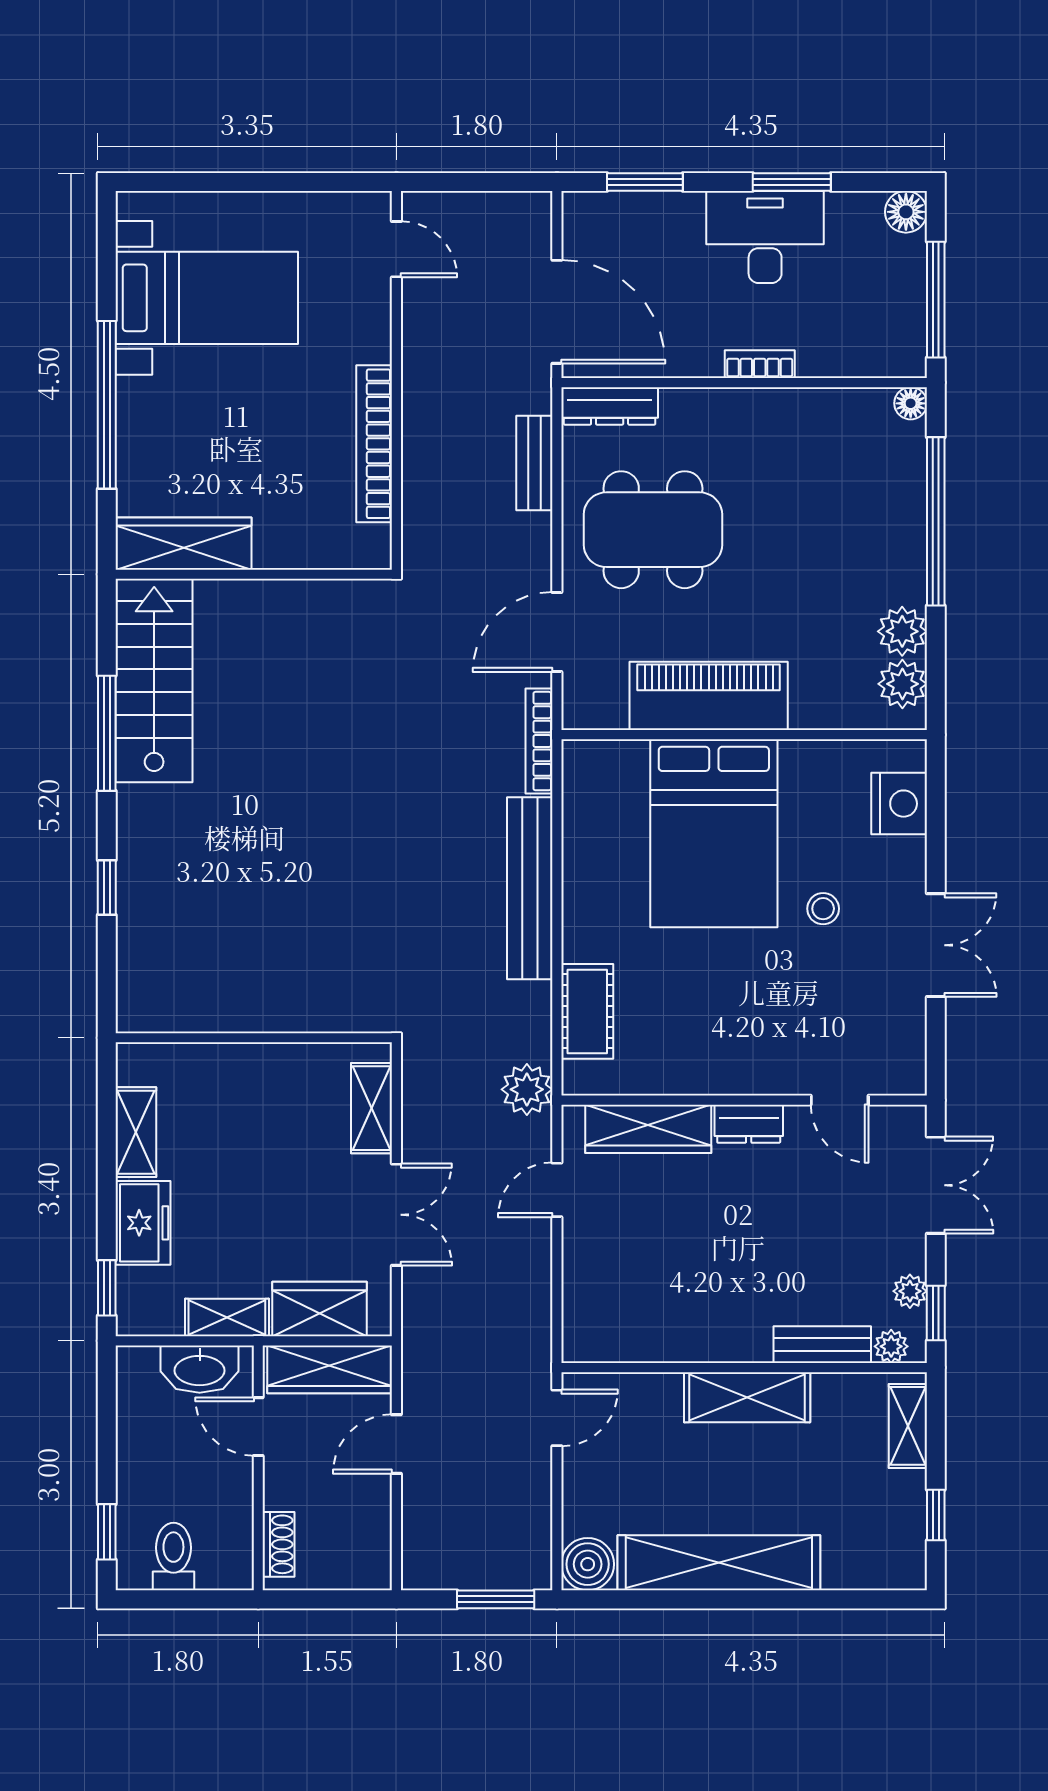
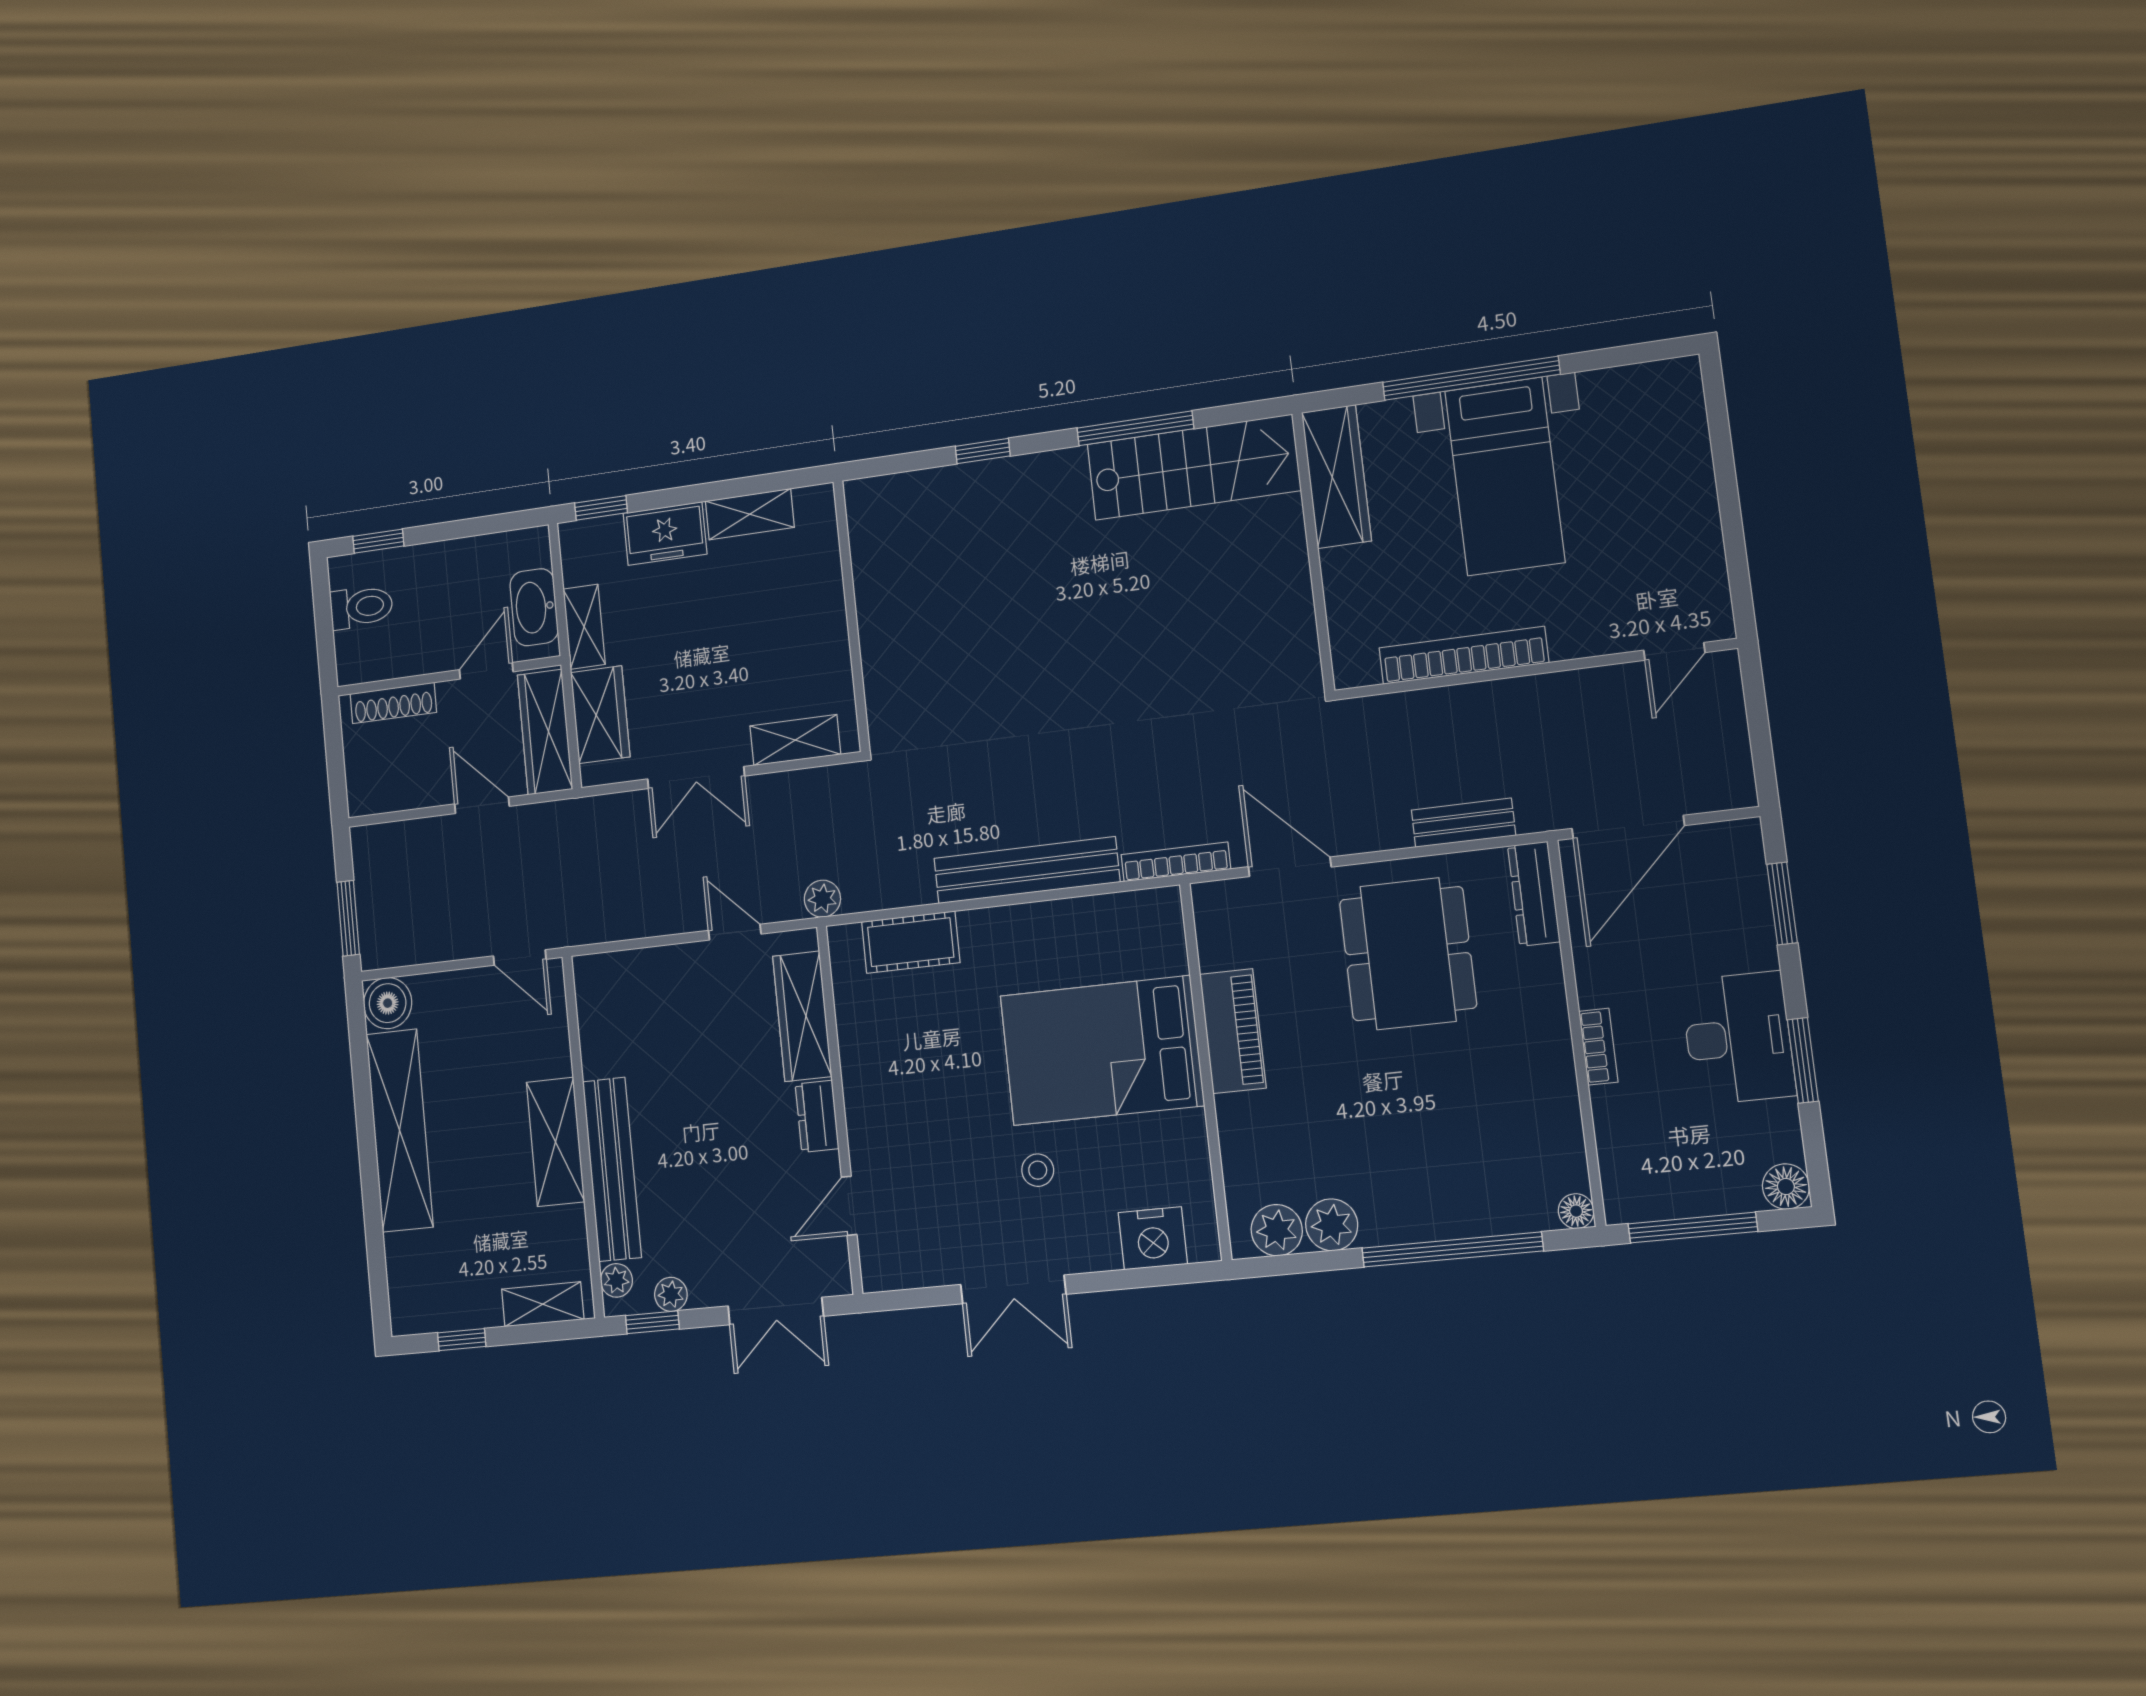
bed with nightstands: (207, 298) -> (1505, 476), moved
piano: (709, 696) -> (1233, 1031), width x0.73, depth x0.75
plant: (527, 1089) -> (822, 899), width x0.73, depth x0.73
bench: (822, 1345) -> (612, 1169), width x1.86, depth x1.21
shoe rack: (279, 1544) -> (393, 703), width x1.43

